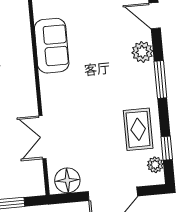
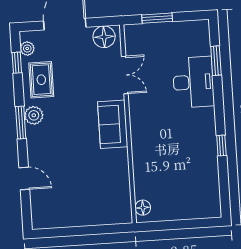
sofa: (52, 46) -> (113, 124), moved
plant: (142, 52) -> (34, 115), moved

